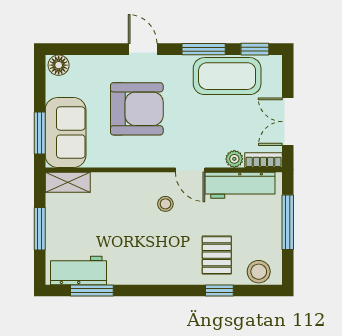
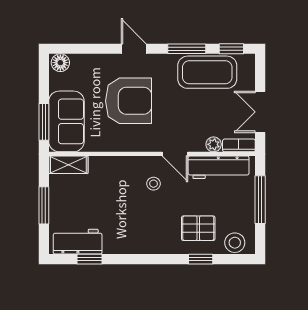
pallet: (217, 255) -> (198, 228), turned 90
window: (92, 290) -> (89, 259), width x0.67

